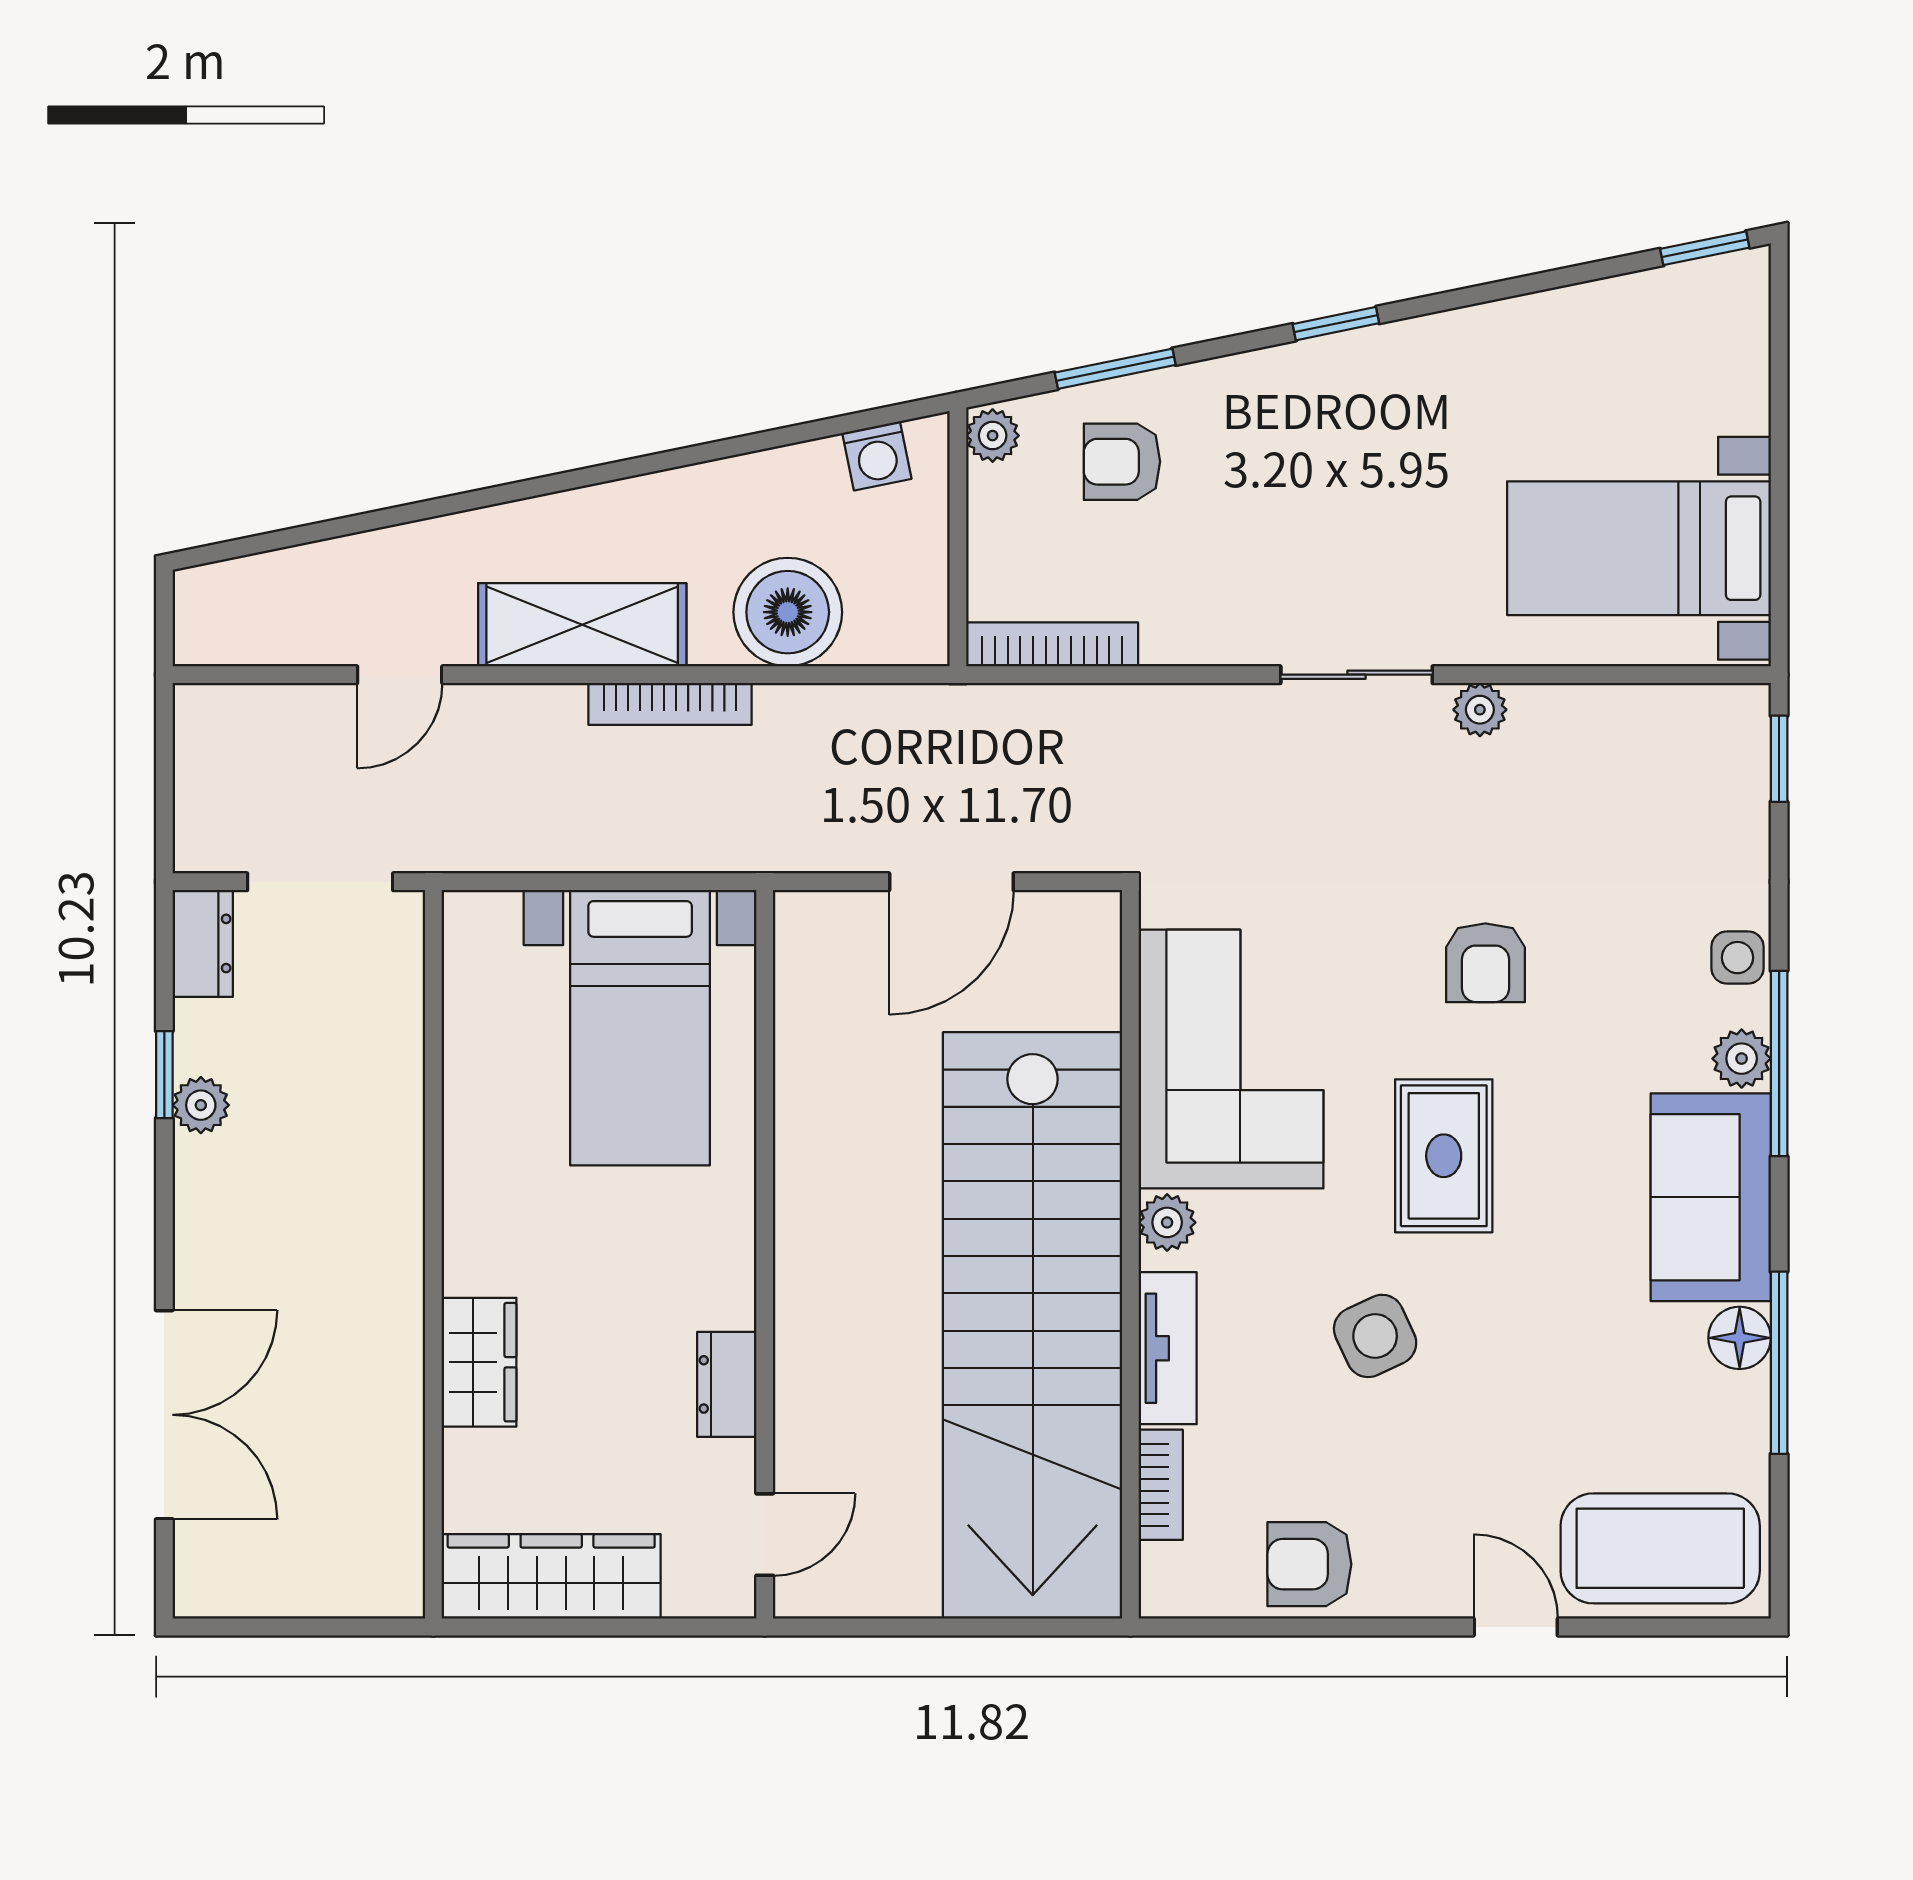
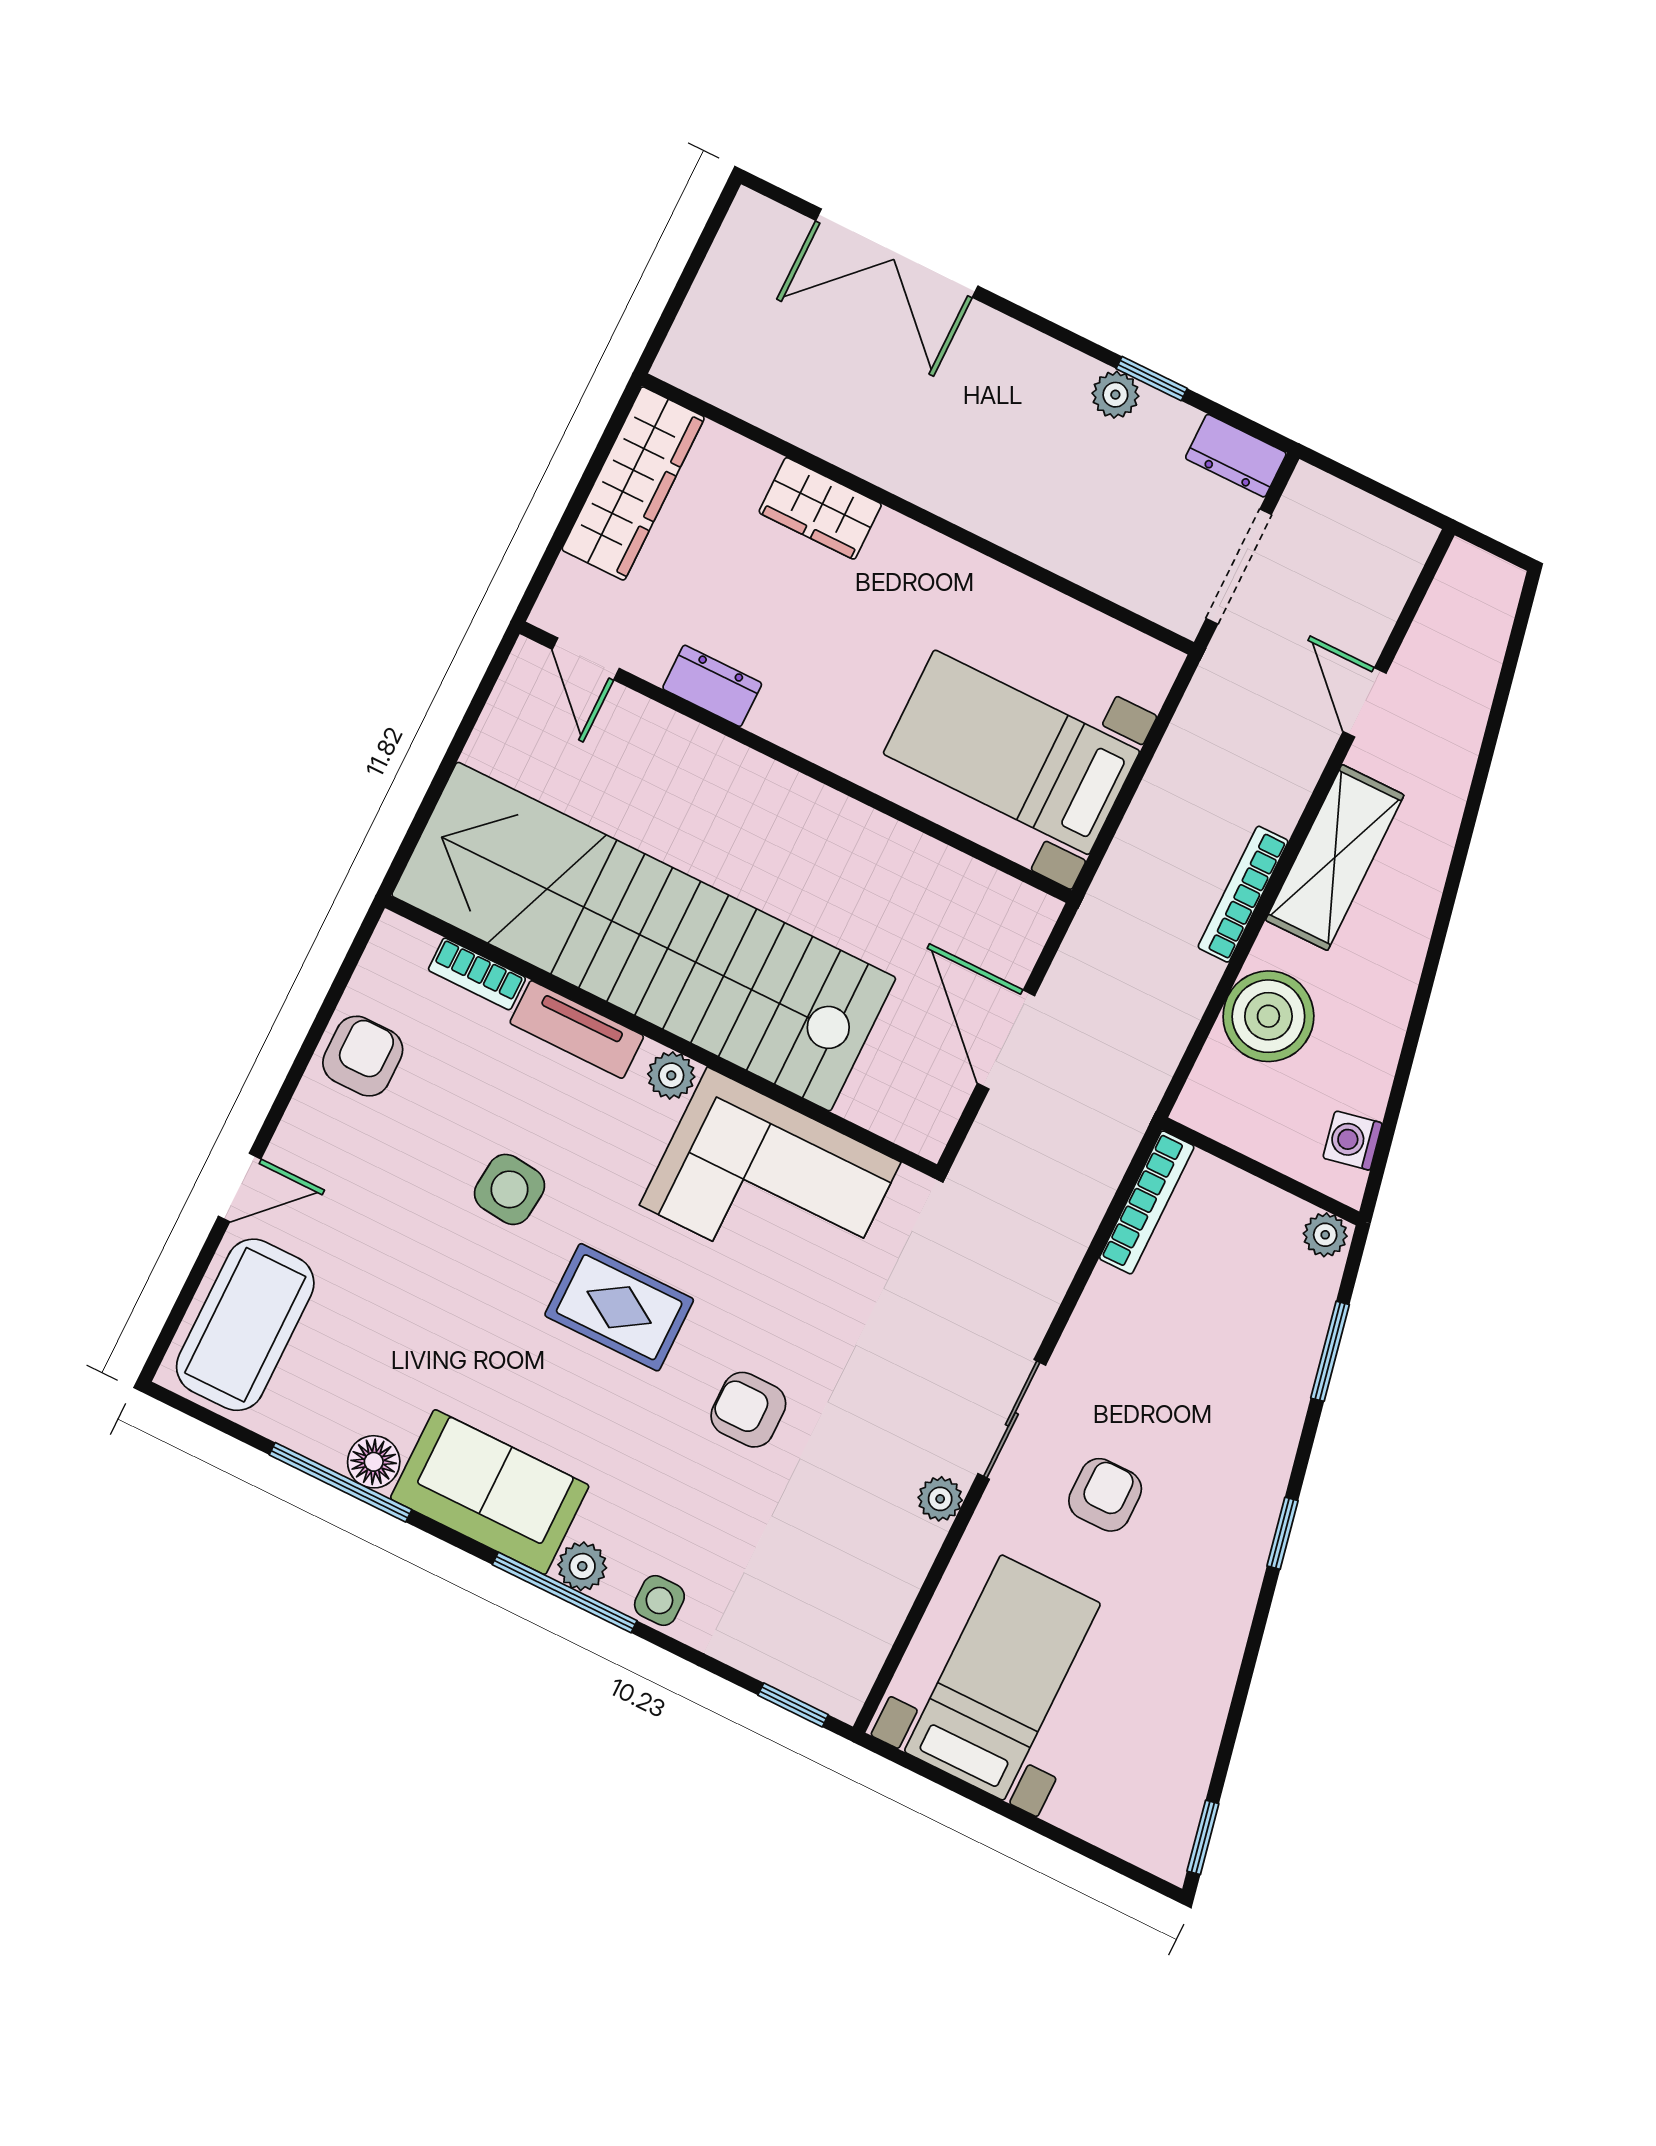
armchair: (1122, 462) -> (1105, 1495), moved
side table: (1375, 1336) -> (509, 1189), turned 31

